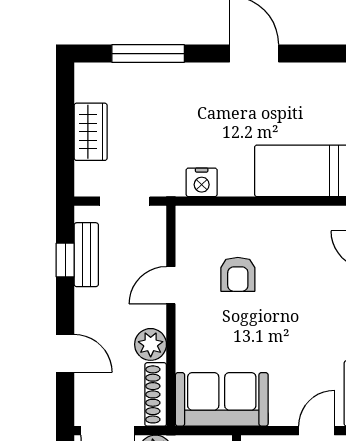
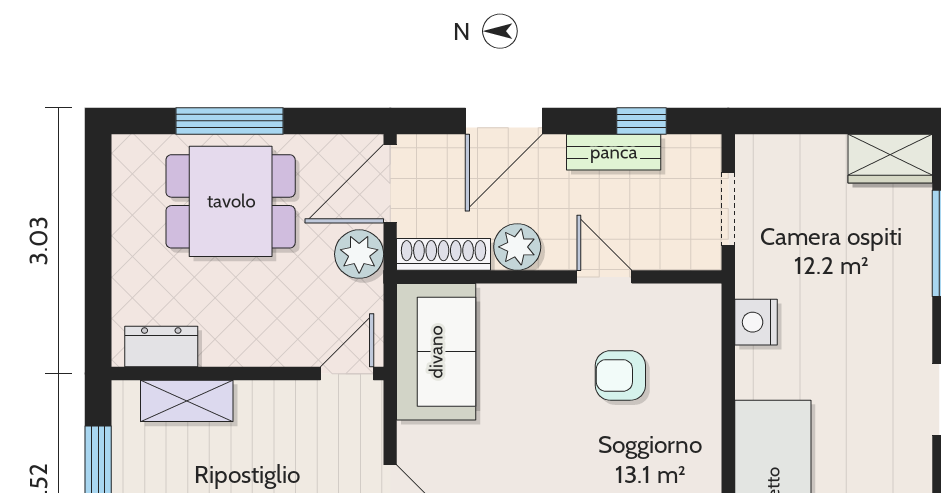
wardrobe: (91, 132) -> (890, 159), moved
bench: (86, 255) -> (614, 152), moved
door: (65, 353) -> (504, 121), width x1.38

